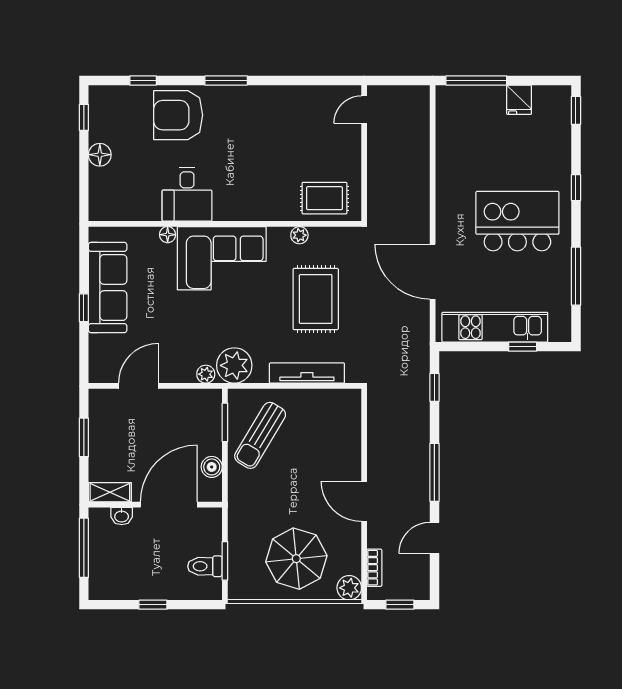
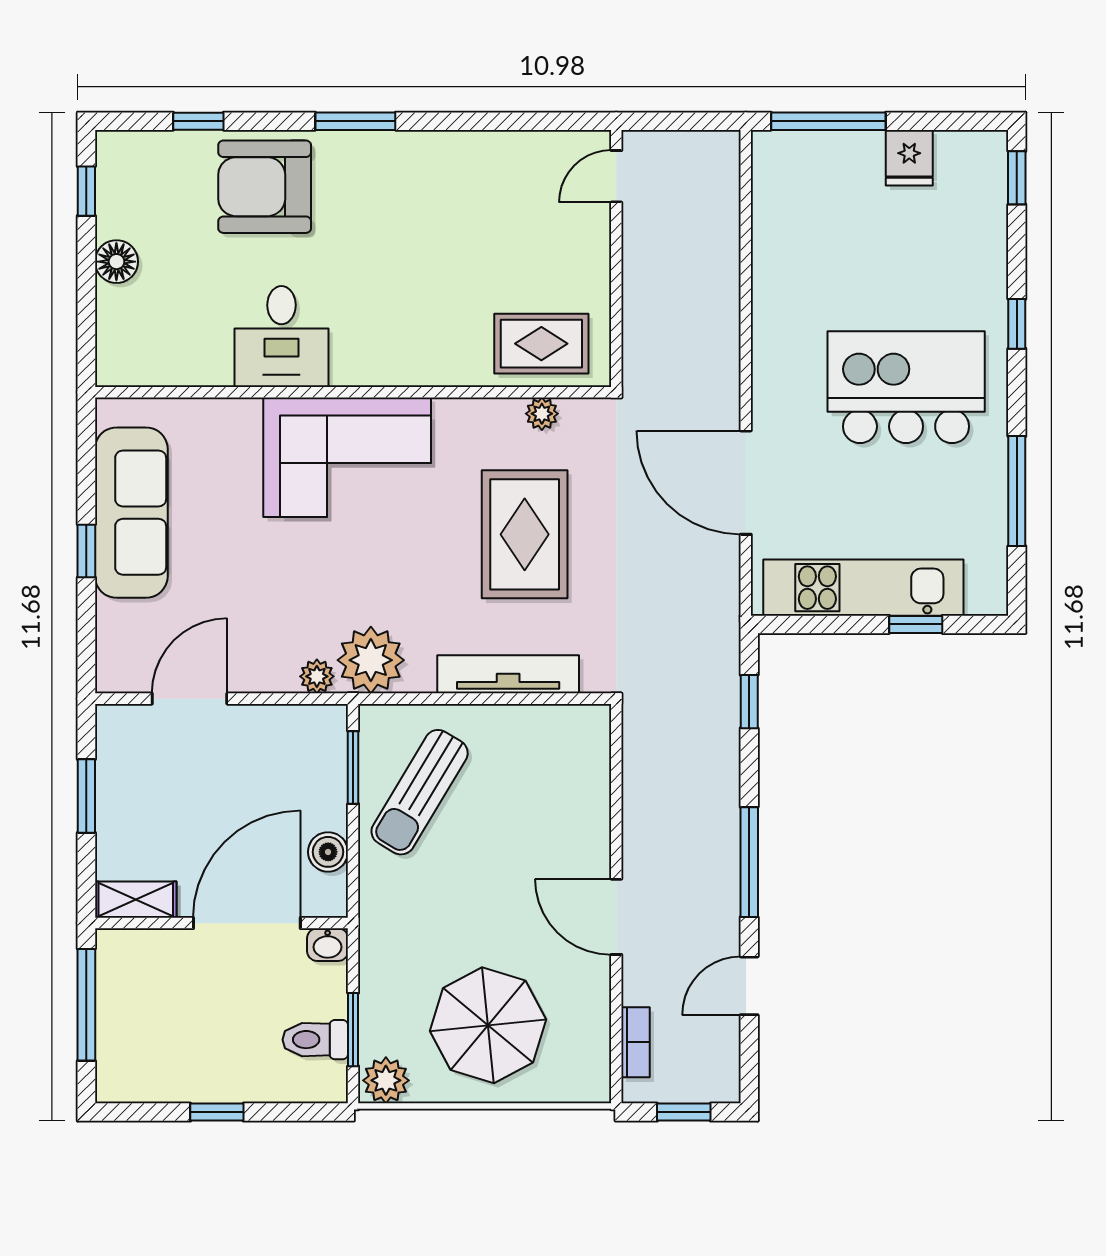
floor lamp: (168, 235) -> (245, 413), removed
plant: (299, 235) -> (542, 414), moved
washbasin: (122, 516) -> (328, 945), moved
plant: (349, 588) -> (386, 1080), moved

